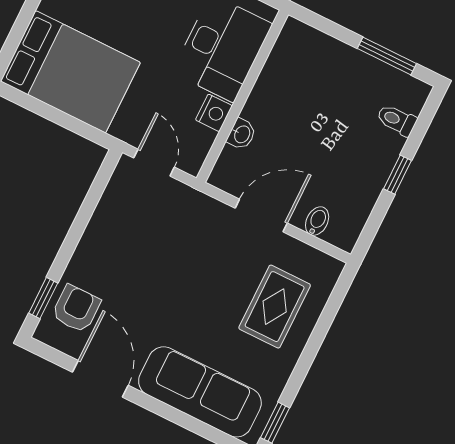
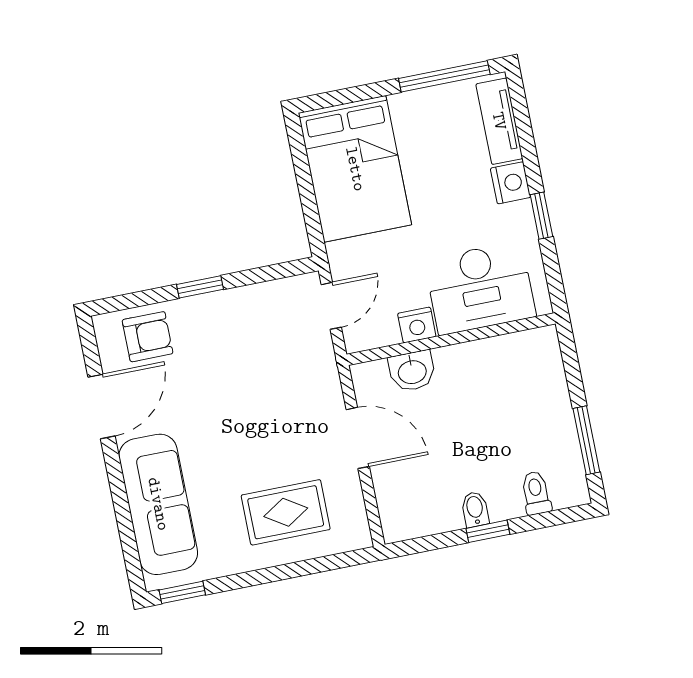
washbasin: (242, 134) -> (412, 371), width x1.38, depth x1.45
bidet: (317, 221) -> (475, 509), moved, turned -90
window: (43, 298) -> (200, 287), moved

